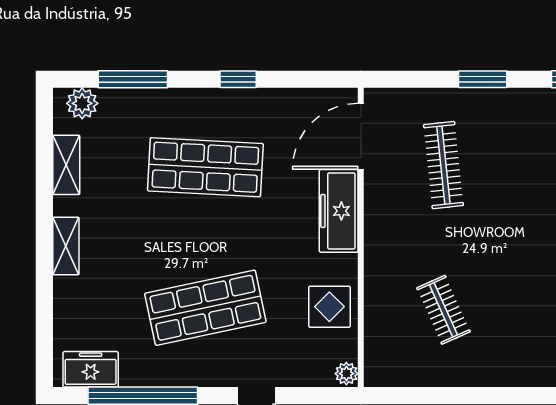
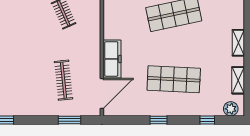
window: (133, 79) -> (207, 120), width x0.46
window: (483, 79) -> (69, 120), moved
display table: (329, 307) -> (116, 15), removed

